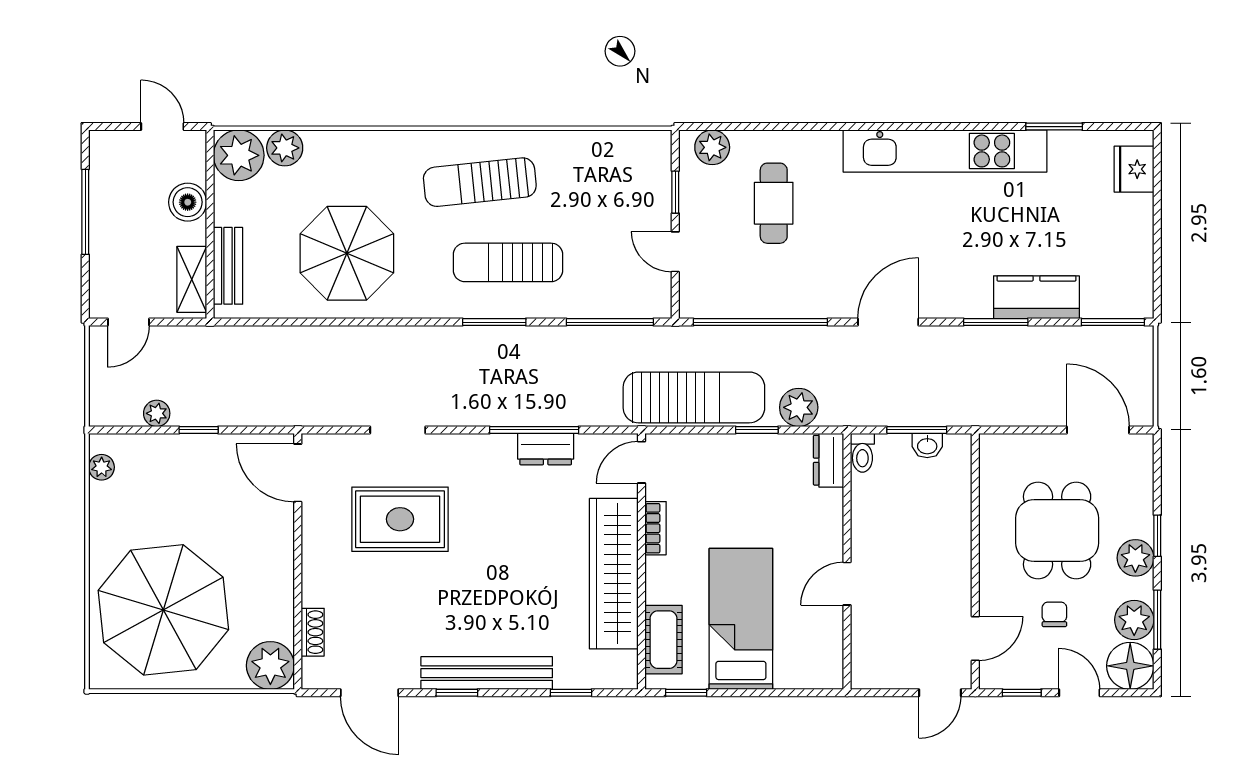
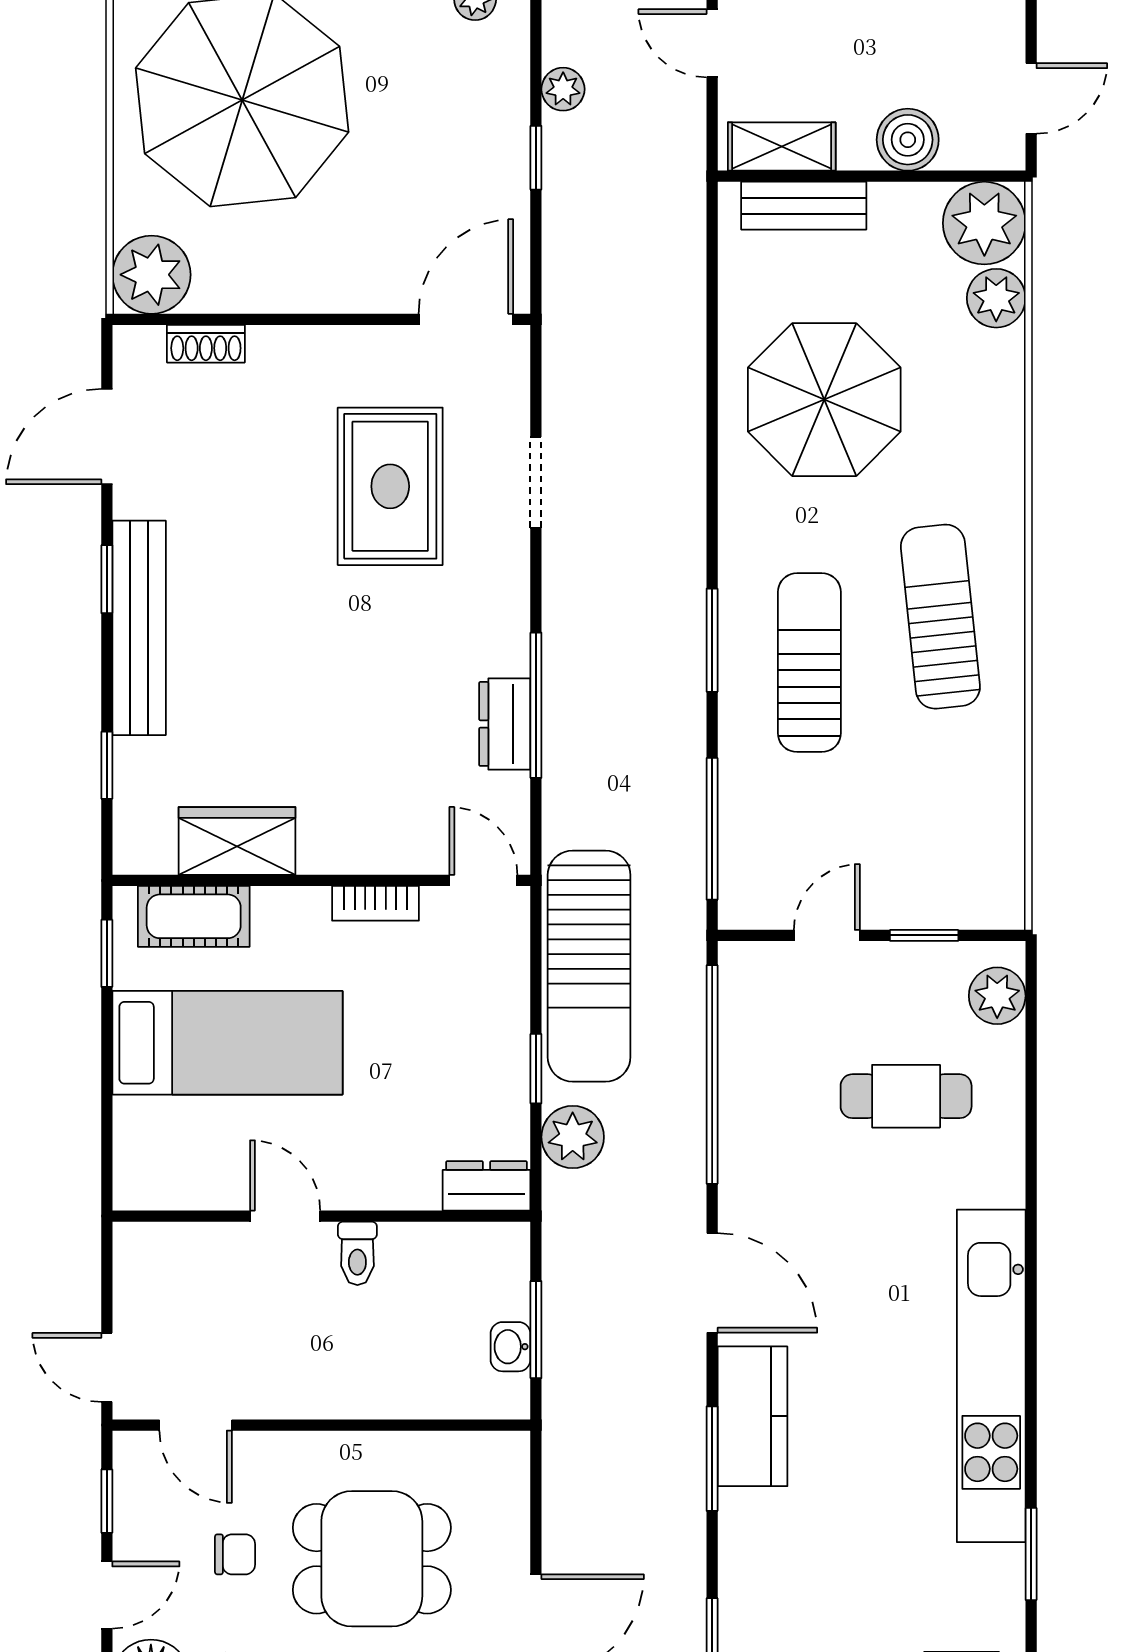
kitchen counter: (1036, 297) -> (752, 1416), moved
toilet: (862, 453) -> (357, 1253), moved, turned -90
wardrobe: (614, 574) -> (237, 841), width x0.48, depth x0.85

